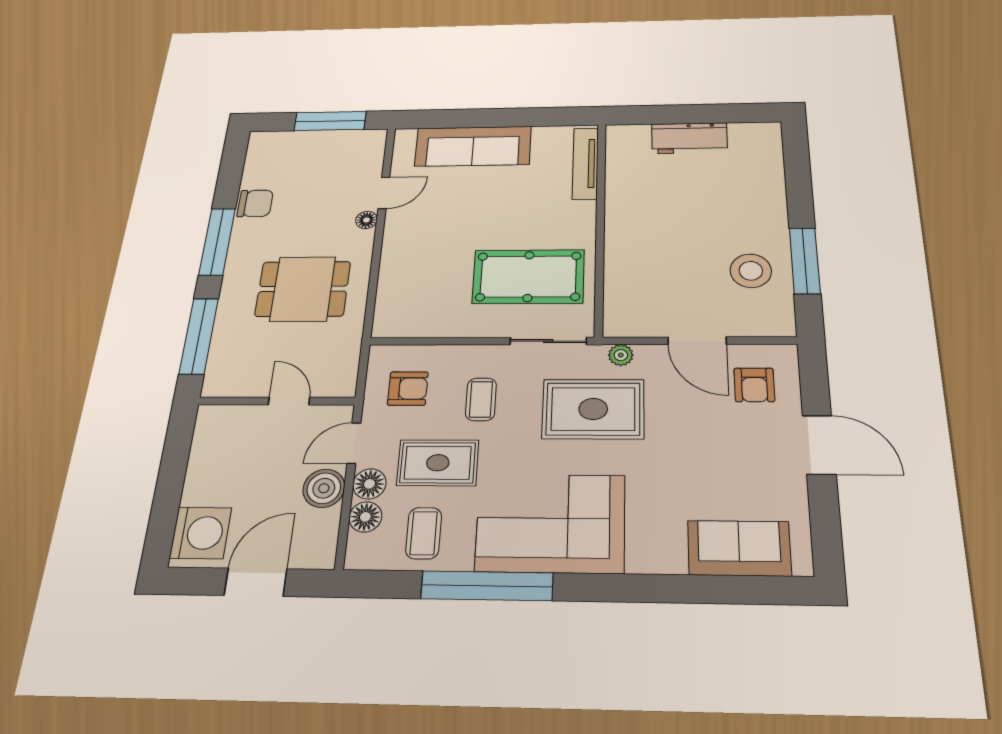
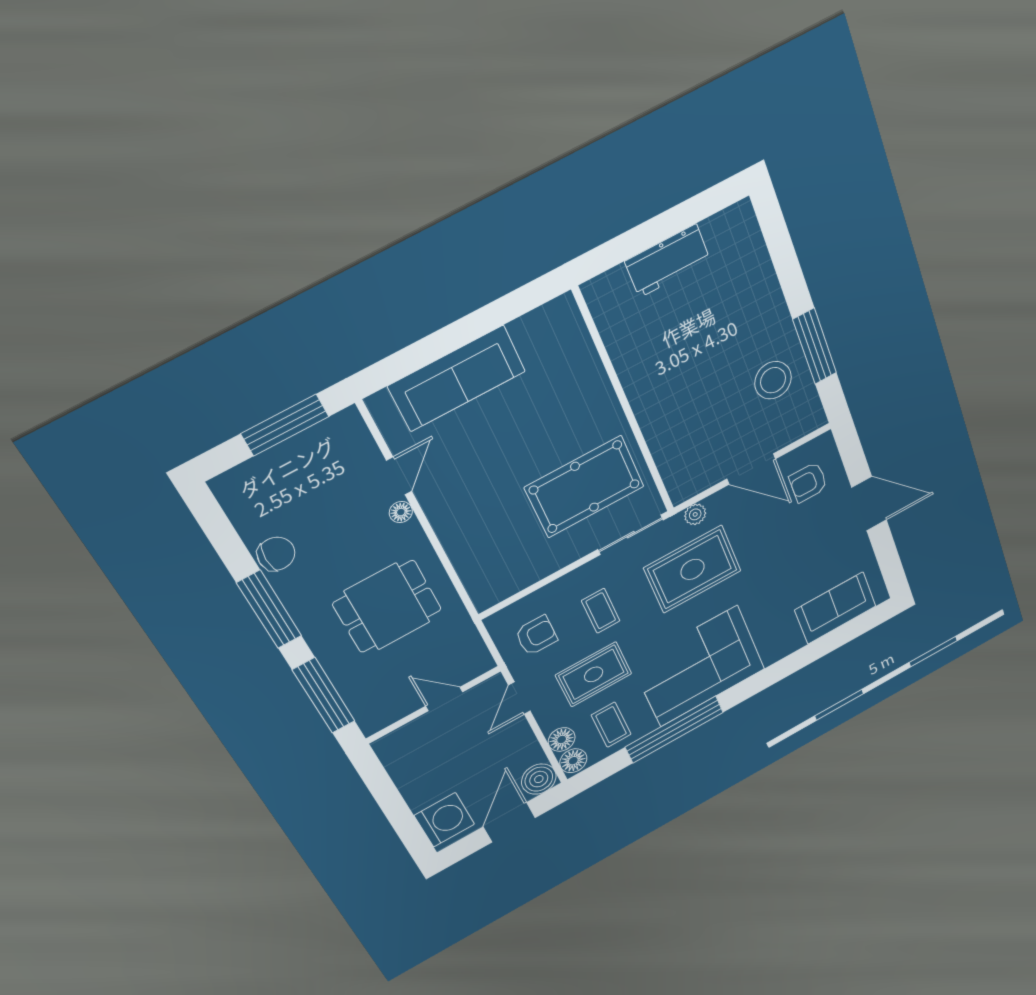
tv unit: (585, 163) -> (579, 342), removed
armchair: (754, 385) -> (808, 482), turned 90
floor lamp: (369, 484) -> (573, 761), moved
boiler: (324, 488) -> (539, 779), moved

